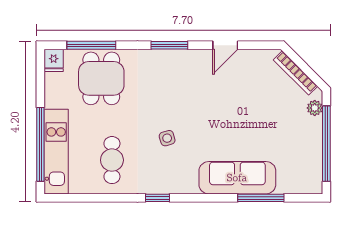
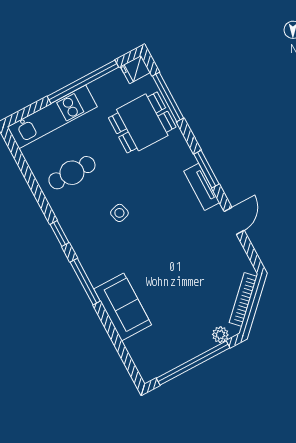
door: (225, 45) -> (234, 221), swing flipped
tv unit: (182, 57) -> (202, 187), added
window: (40, 144) -> (83, 82), moved
sofa: (237, 178) -> (123, 307), width x0.73
window: (261, 198) -> (85, 282), moved

